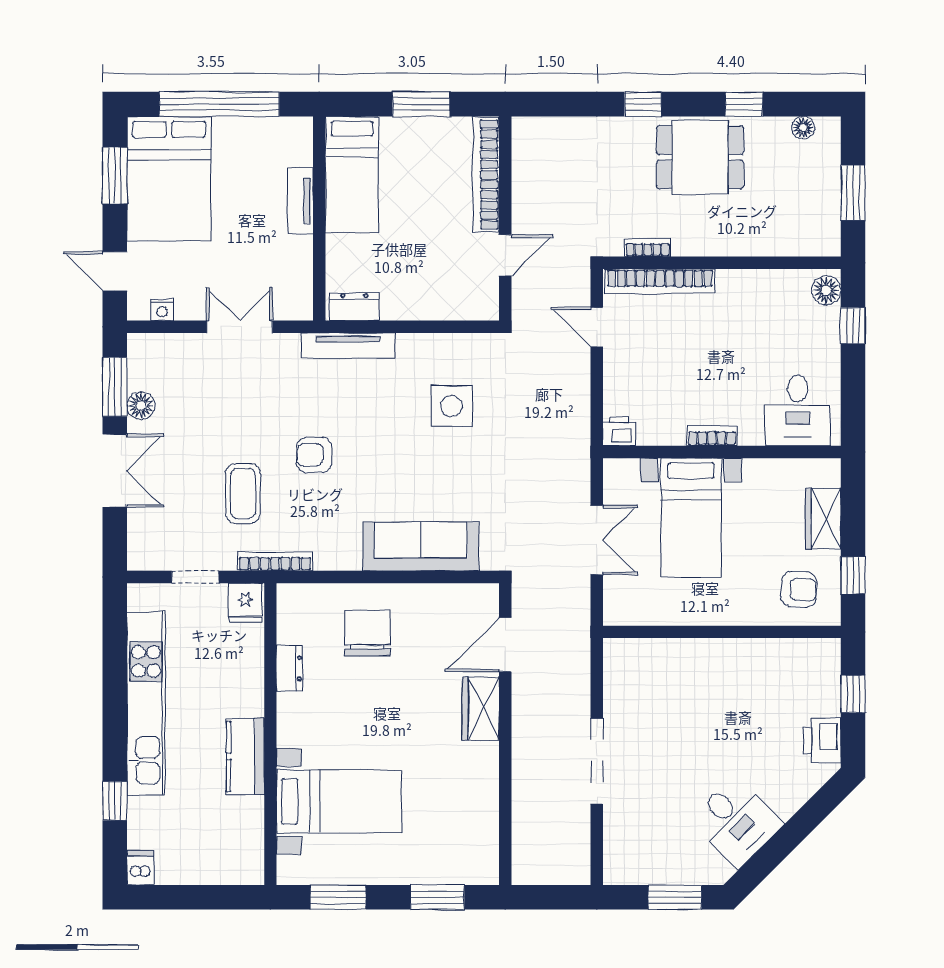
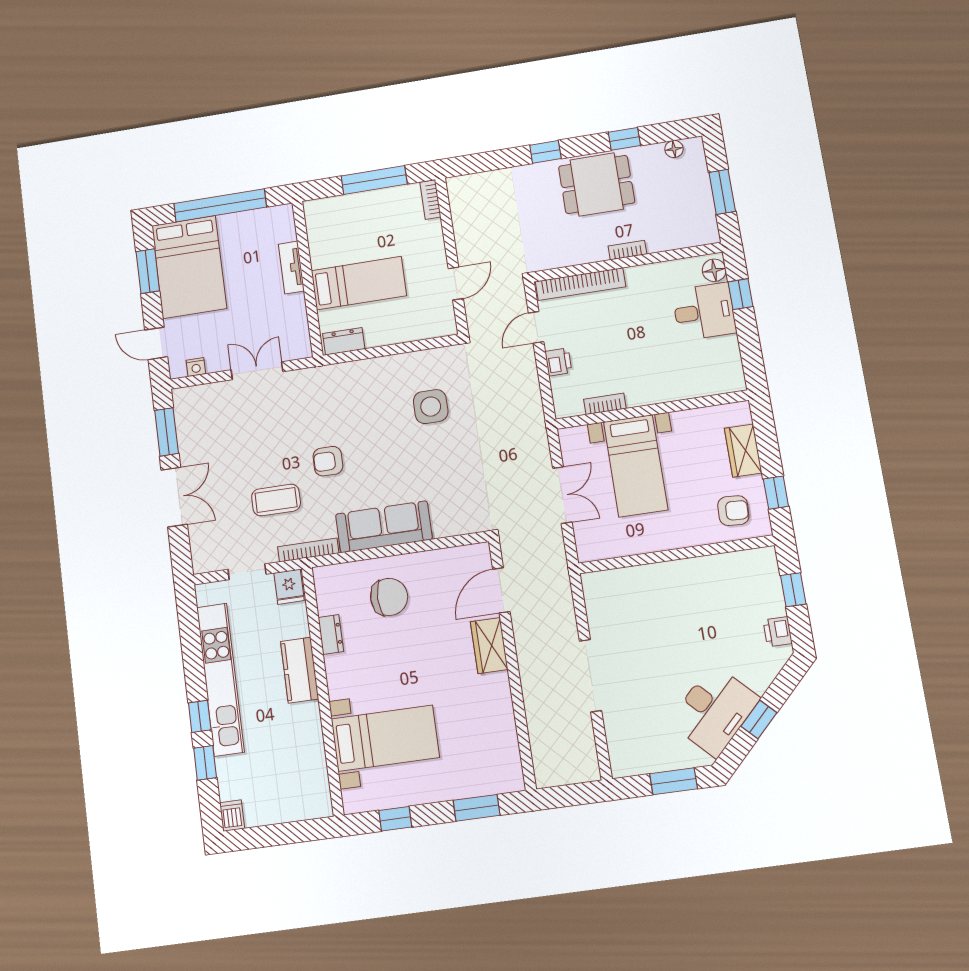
window: (421, 104) -> (374, 180), width x1.44
bed: (352, 175) -> (359, 283), moved, turned -90
bookcase: (486, 175) -> (430, 200), width x0.43, depth x0.76
bookcase: (648, 248) -> (627, 250), moved
door: (597, 327) -> (536, 327), hinge flipped
tv unit: (348, 346) -> (343, 372), removed
floor lamp: (141, 406) -> (188, 443), removed
desk: (798, 410) -> (704, 312), moved, turned -90
printer: (619, 431) -> (558, 362), moved, turned 90
bookcase: (712, 436) -> (605, 404), moved
coffee table: (243, 493) -> (276, 500), turned 90
sofa: (421, 546) -> (384, 527), moved
chair: (367, 633) -> (389, 597), turned 90
printer: (822, 741) -> (778, 632), width x0.73, depth x0.81
window: (115, 744) -> (200, 716), added
kitchen counter: (245, 756) -> (300, 670), moved
desk: (736, 822) -> (714, 710), width x1.37
window: (786, 840) -> (759, 719), added
window: (338, 897) -> (395, 819), width x0.67

